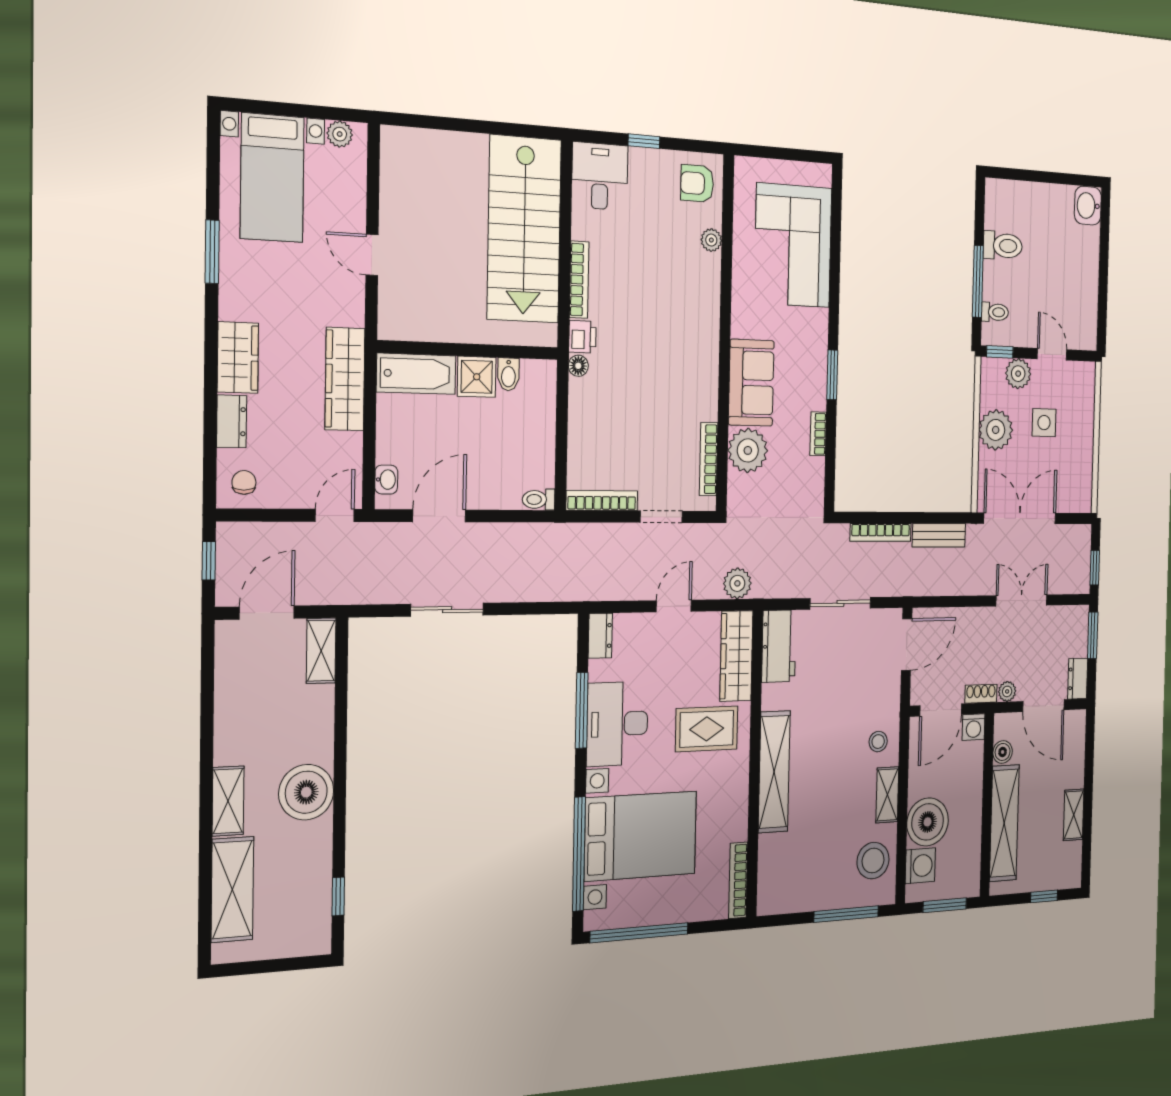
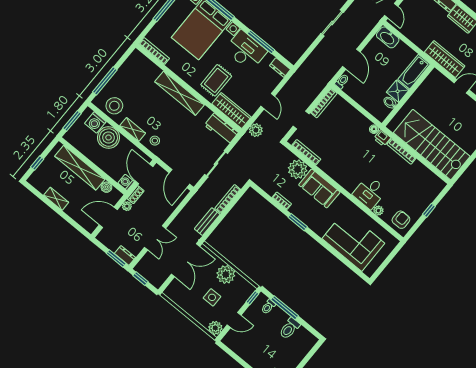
desk: (600, 176) -> (370, 192), moved, turned 90
plant: (1018, 374) -> (215, 328), moved
wardrobe: (345, 379) -> (445, 59), moved
washbasin: (386, 480) -> (388, 37), width x1.91, depth x1.45
door: (439, 516) -> (351, 59), moved
dresser: (1078, 679) -> (125, 255), moved

